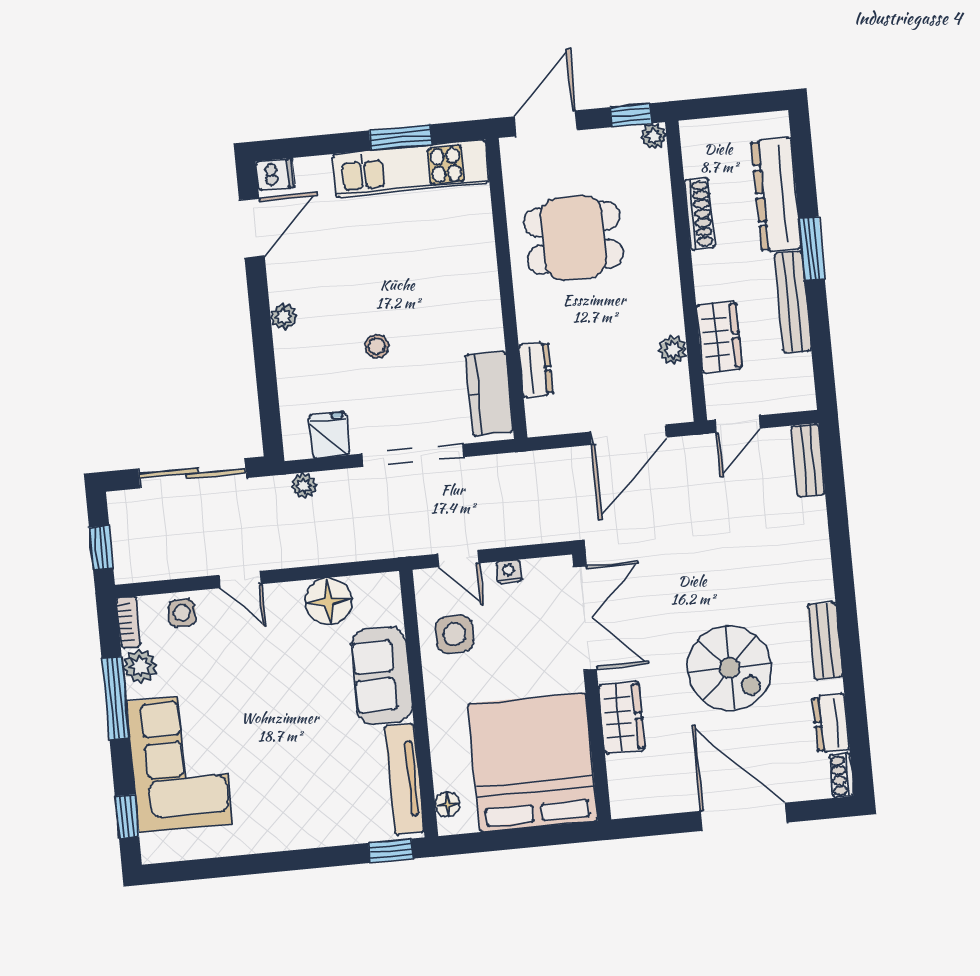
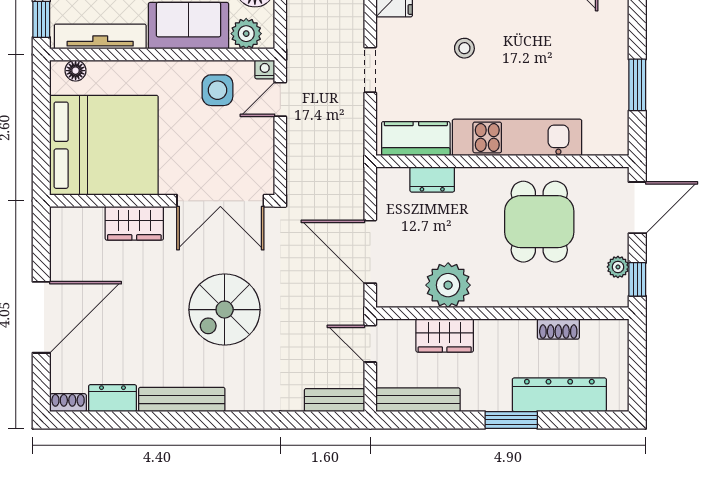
door: (546, 123) -> (637, 208), hinge flipped
plant: (653, 136) -> (618, 267), moved
kitchen unit: (411, 168) -> (517, 137), moved, turned 90
shoe rack: (699, 214) -> (558, 329), width x0.70
bench: (793, 302) -> (418, 400), moved
plant: (673, 350) -> (448, 285), width x1.87, depth x1.87
doorway: (413, 455) -> (370, 70), width x0.53
nightstand: (509, 572) -> (265, 69), moved, turned -90
plant: (384, 606) -> (246, 34), added
bench: (825, 641) -> (182, 399), width x1.36
spiral stairs: (730, 668) -> (225, 310), moved

